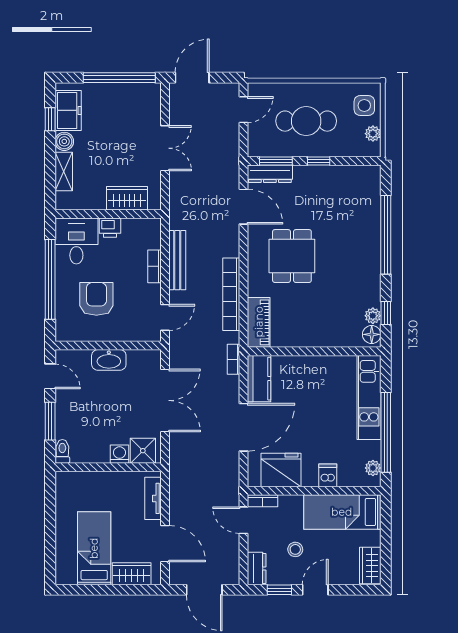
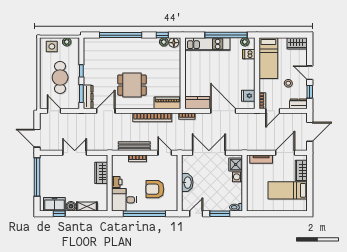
fridge: (281, 470) -> (248, 96), width x0.53, depth x0.75
dishwasher: (328, 475) -> (249, 54), moved

